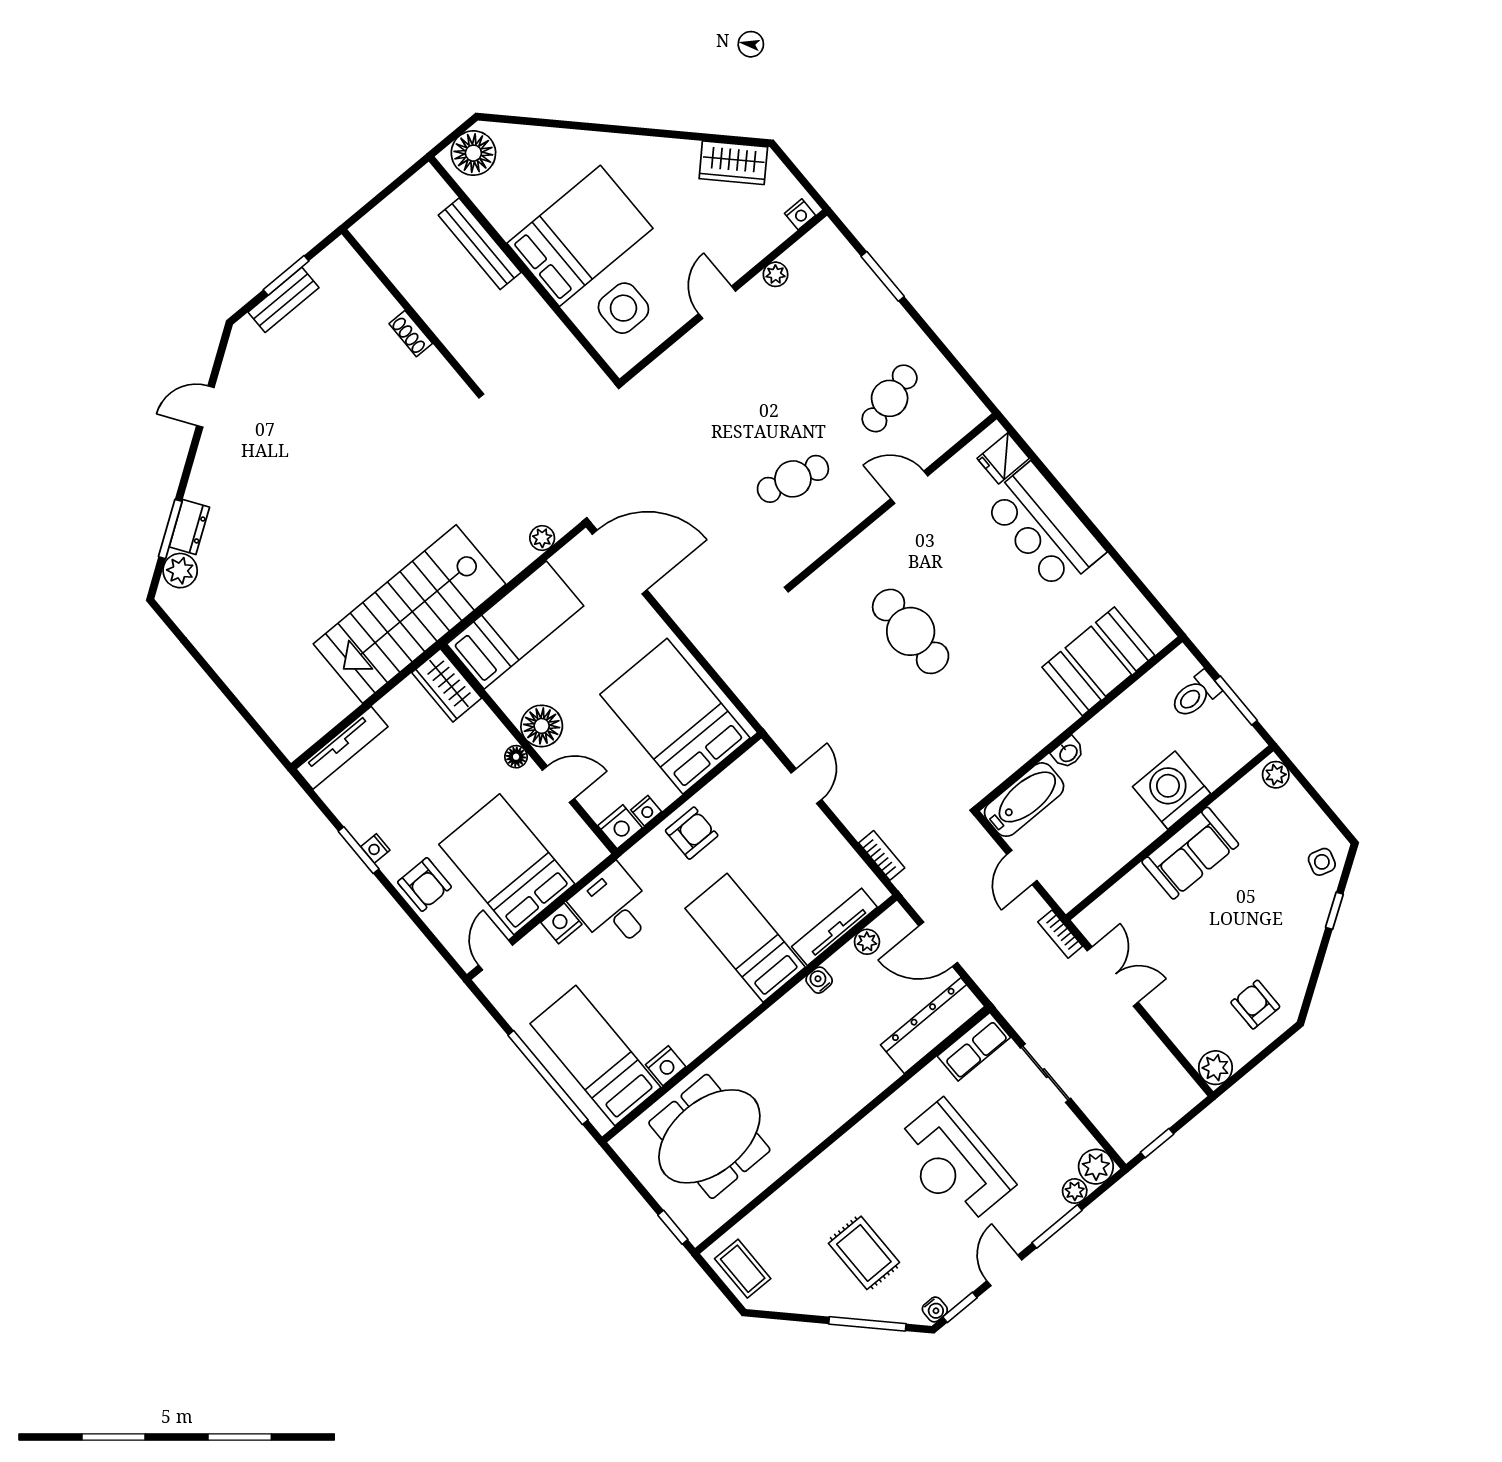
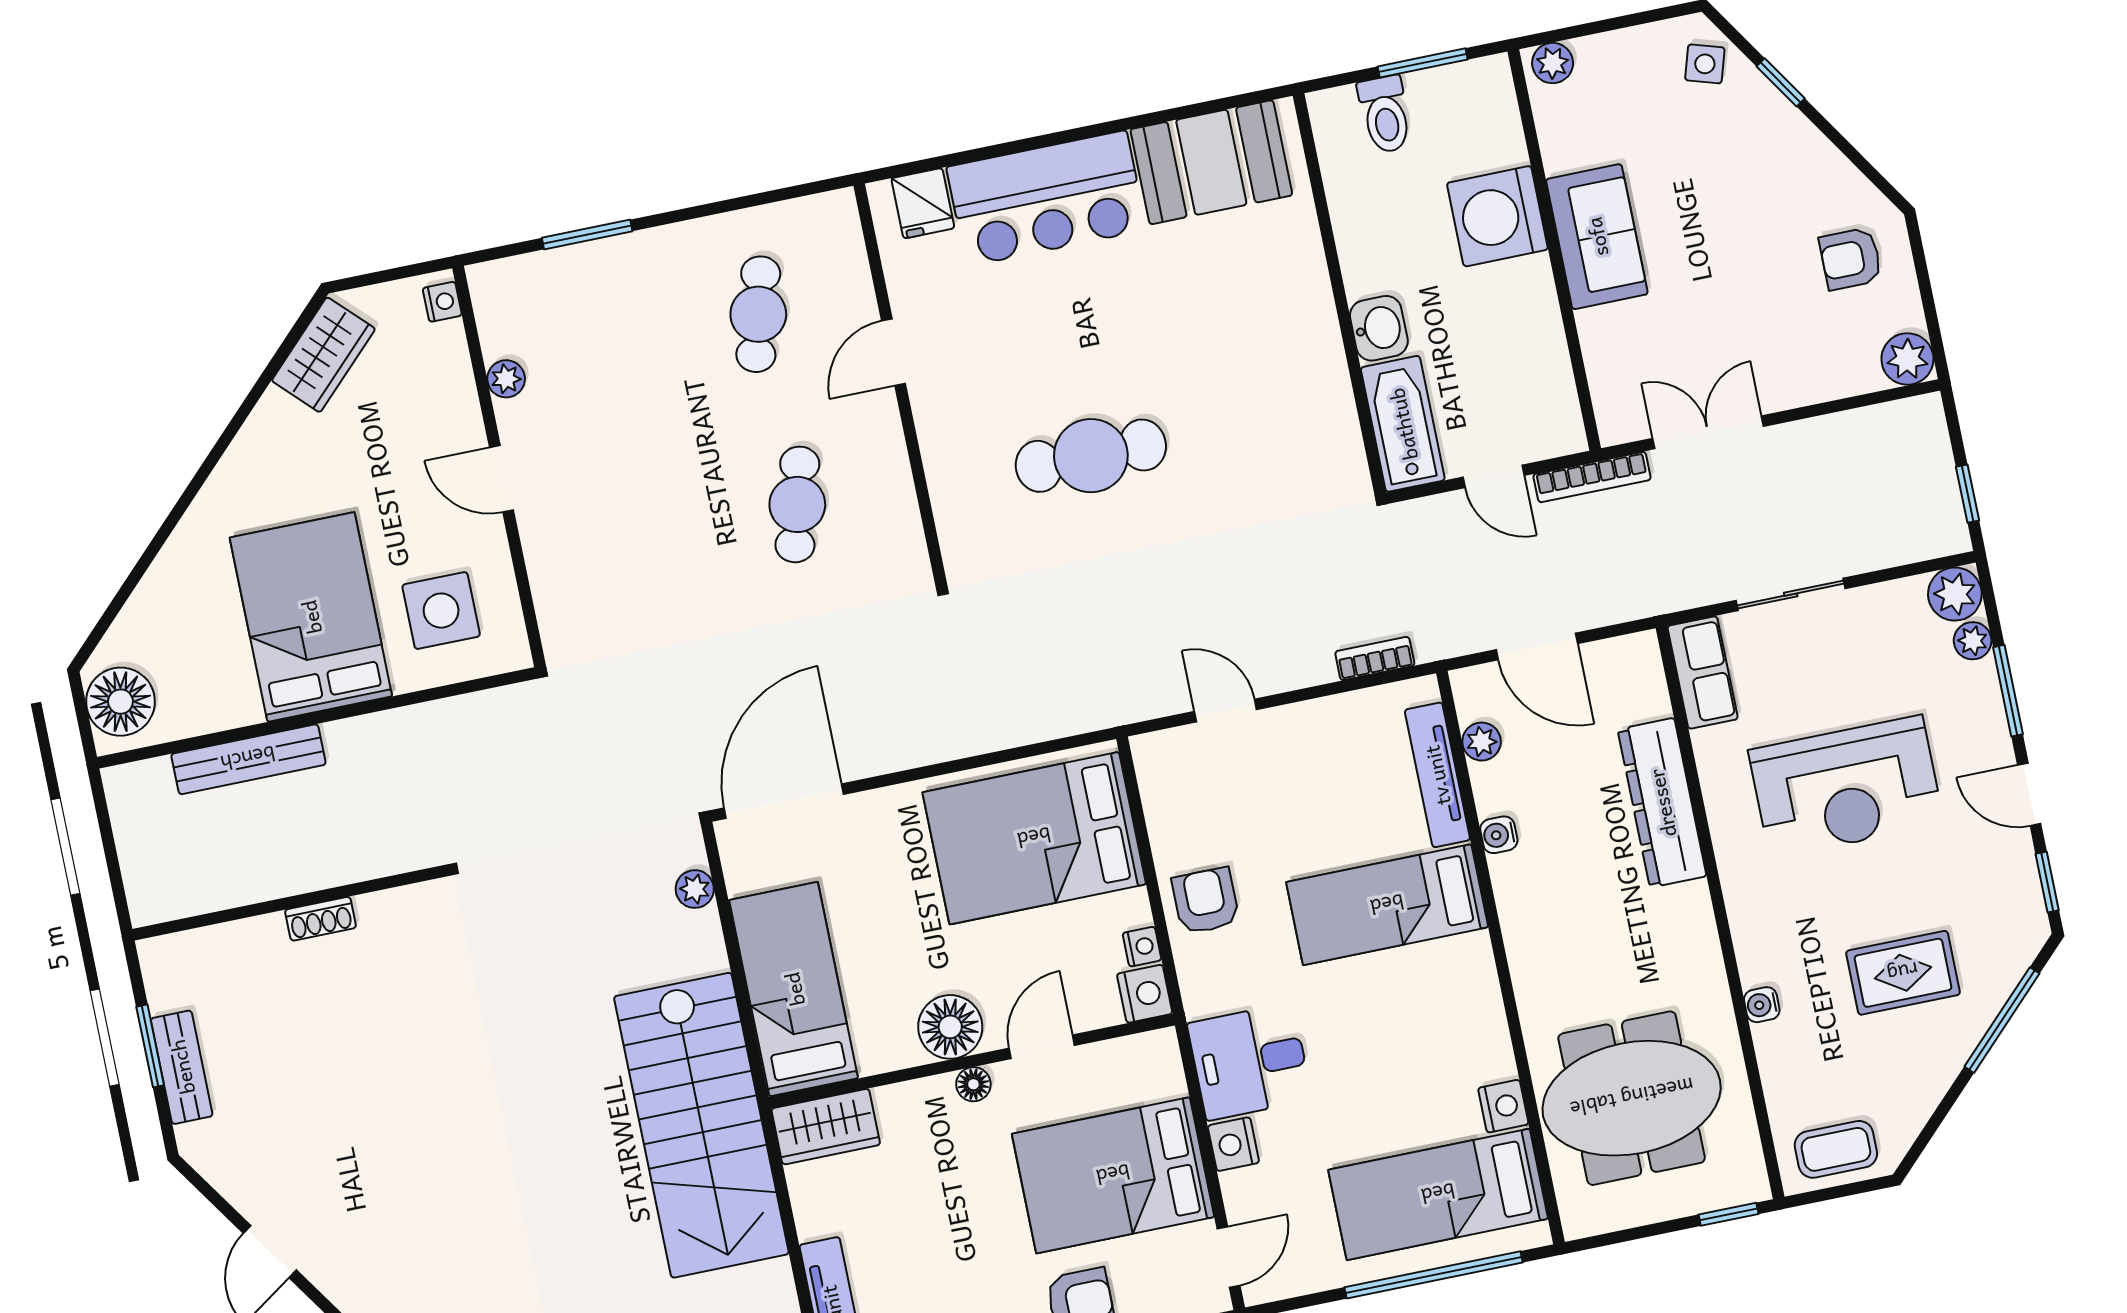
cafe table: (890, 398) -> (758, 314), turned 30
booth: (1098, 661) -> (1211, 162), moved, turned 90
washbasin: (1068, 753) -> (1379, 328), width x1.38, depth x1.45
bookcase: (1060, 934) -> (1592, 477), width x1.56
door: (938, 944) -> (1537, 647), hinge flipped
door: (496, 955) -> (1229, 1257), swing flipped
dresser: (933, 1026) -> (1662, 803), moved
meeting table: (709, 1136) -> (1632, 1098), turned 90
water cooler: (935, 1309) -> (1762, 1005), moved, turned 180

